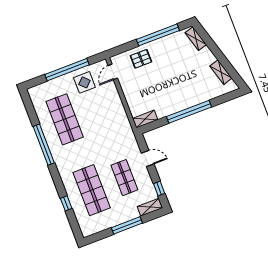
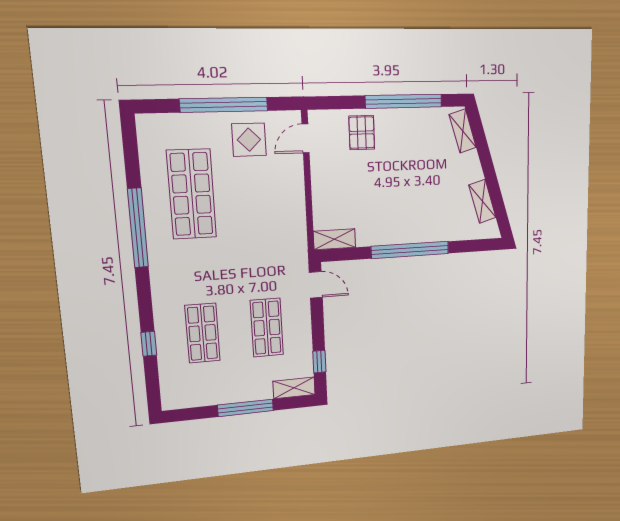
pallet: (141, 59) -> (362, 133), turned 90
door: (148, 158) -> (316, 285), moved
shop shelf: (92, 190) -> (203, 333), width x0.70, depth x0.74

